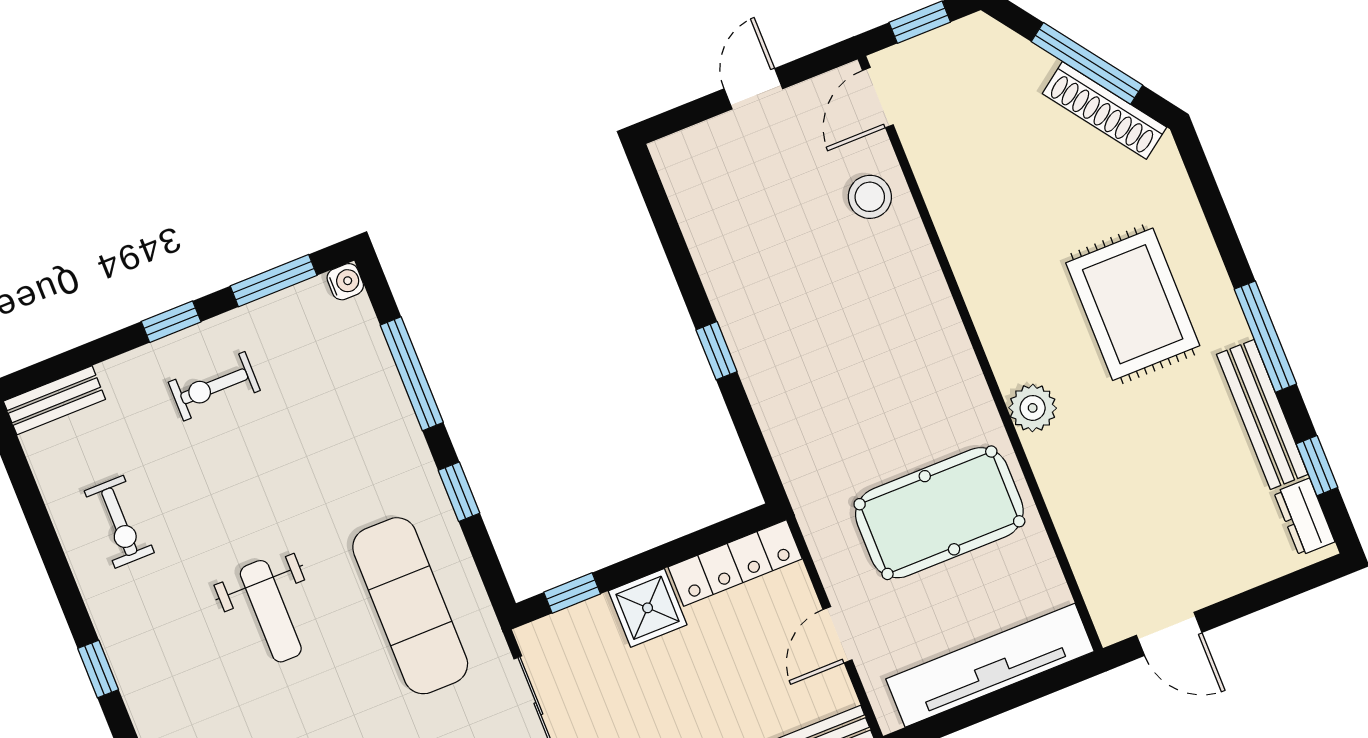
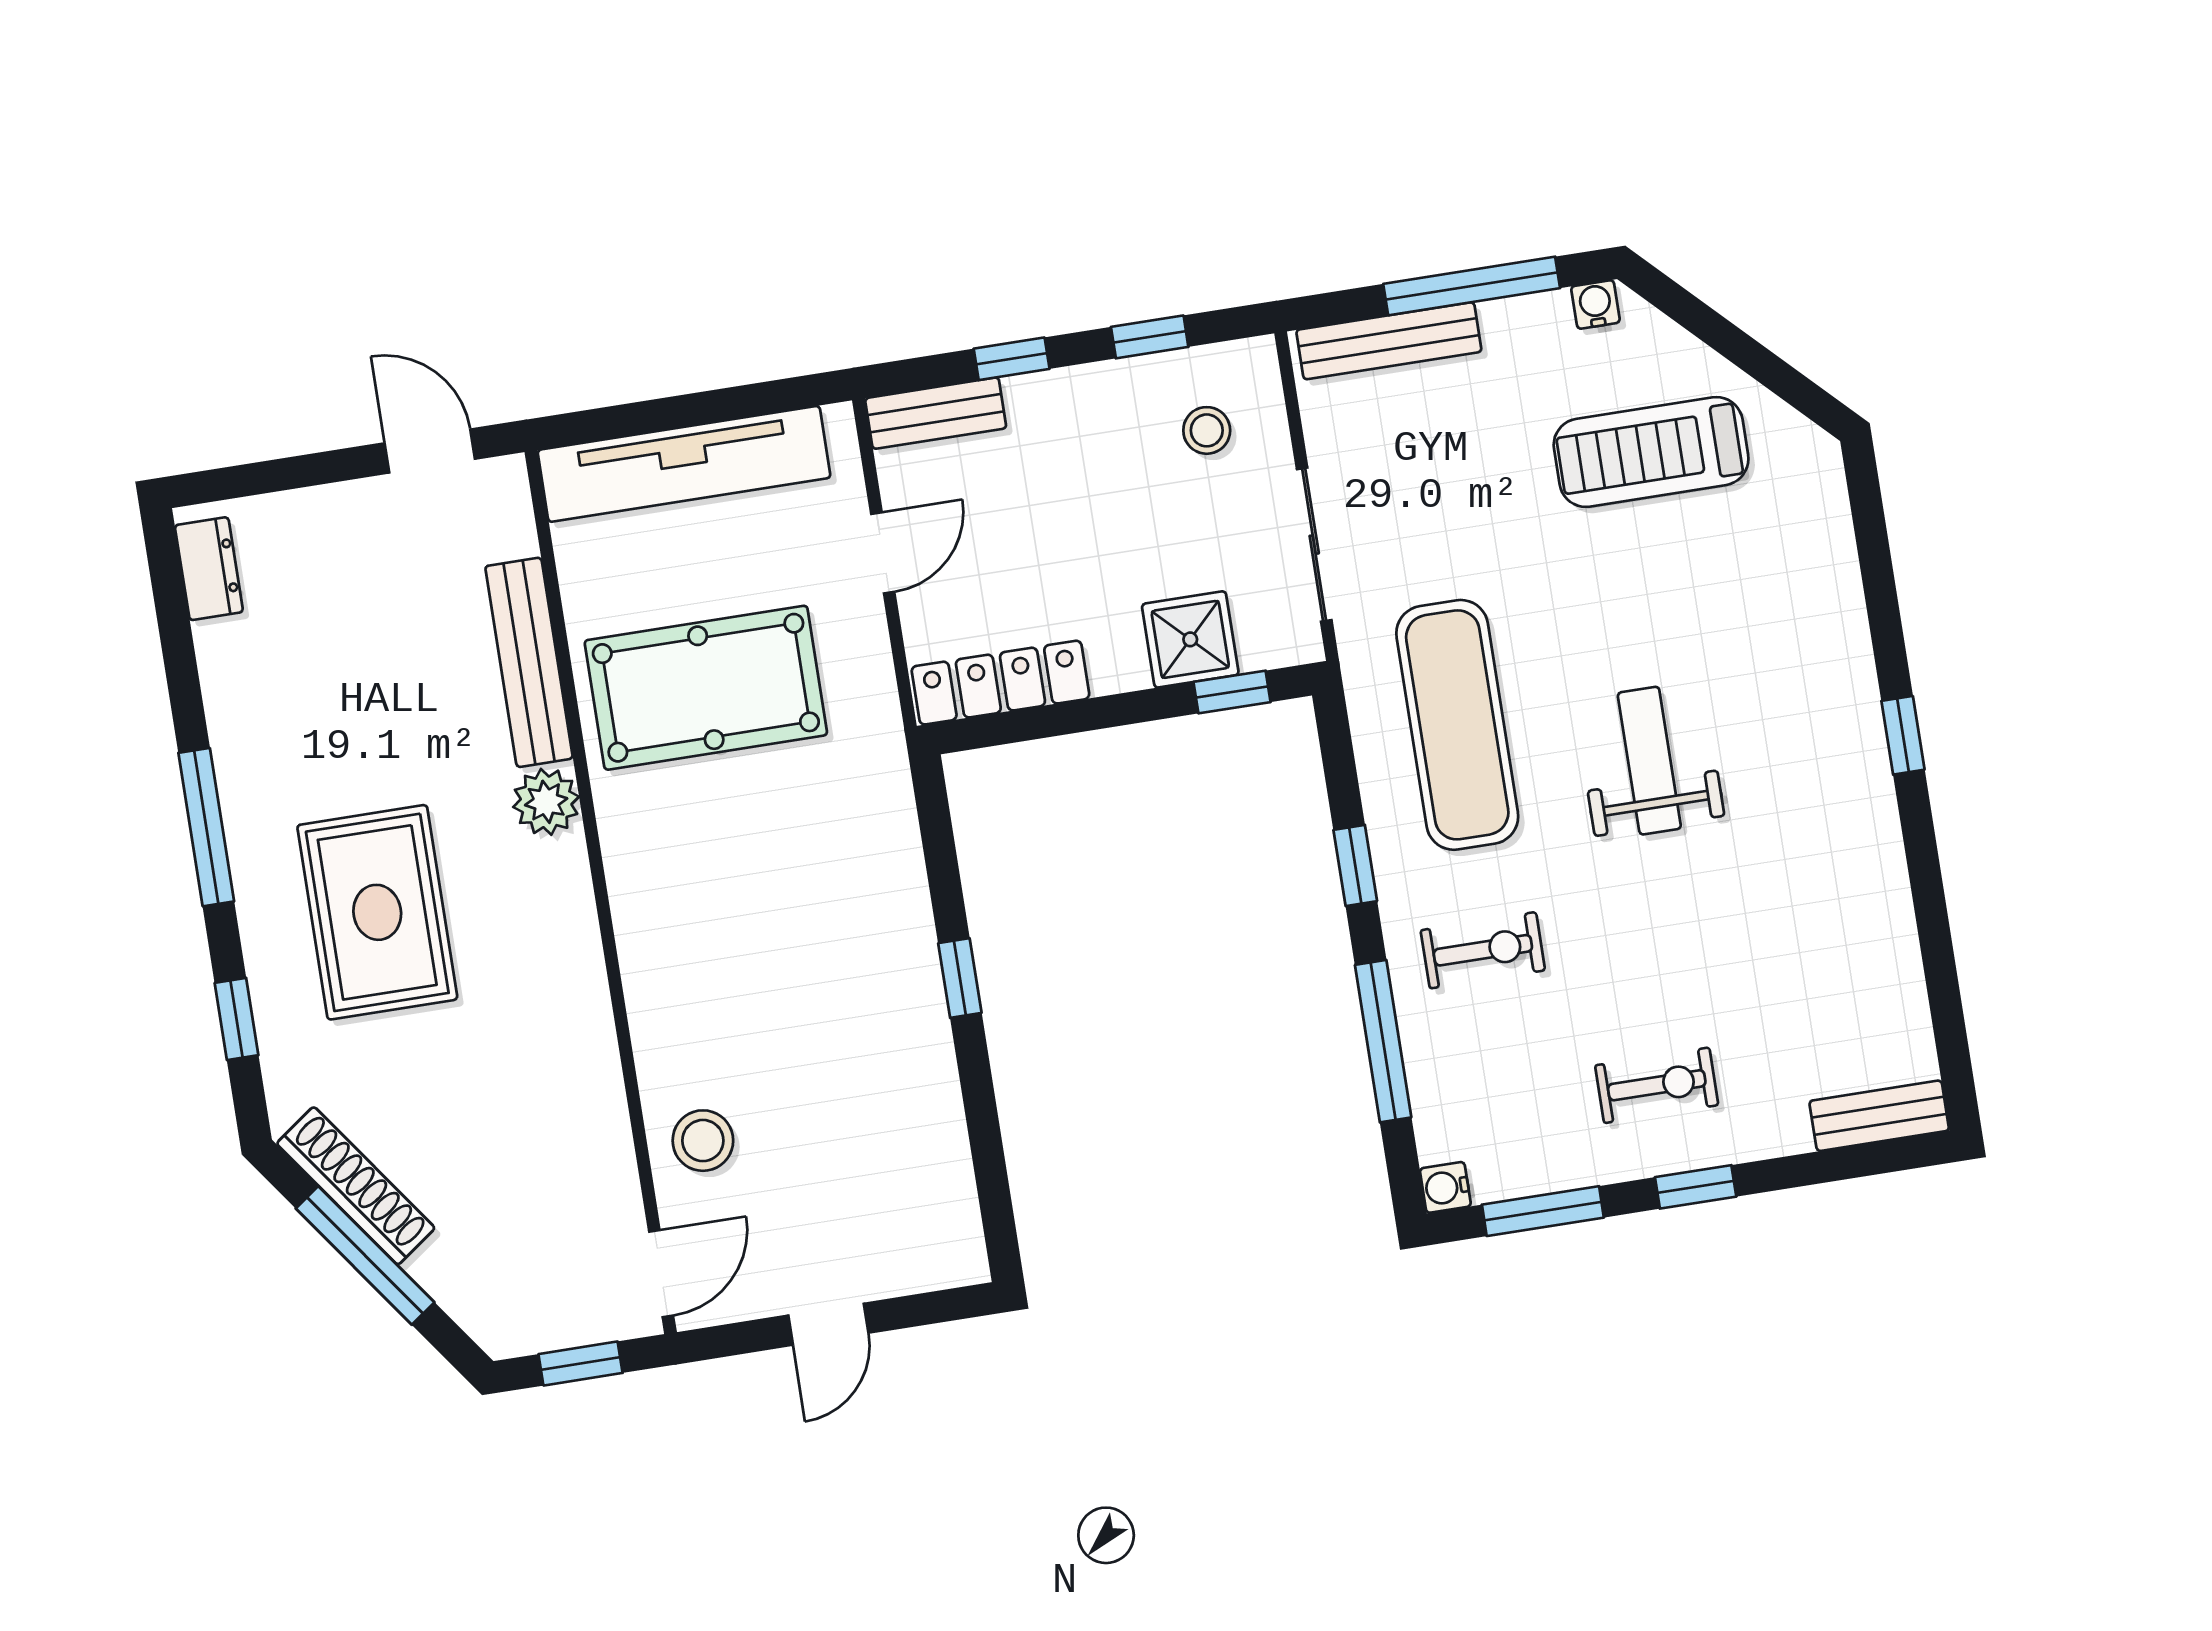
bench: (1262, 414) -> (529, 662), moved
window: (1317, 466) -> (237, 1019), moved
exercise bike: (119, 522) -> (1483, 950), moved, turned 90
shower: (648, 608) -> (1190, 639), moved

